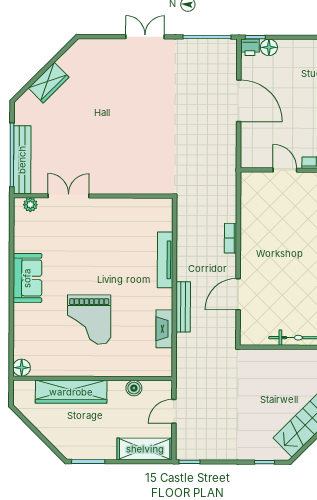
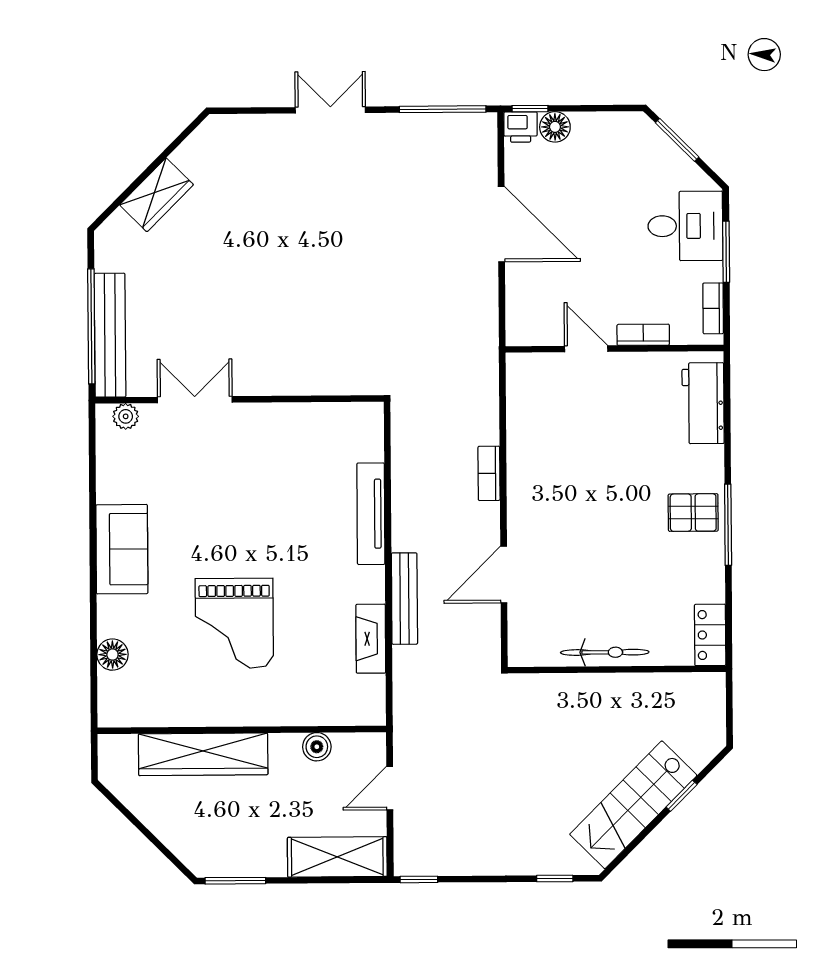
floor lamp: (22, 368) -> (113, 655), moved

